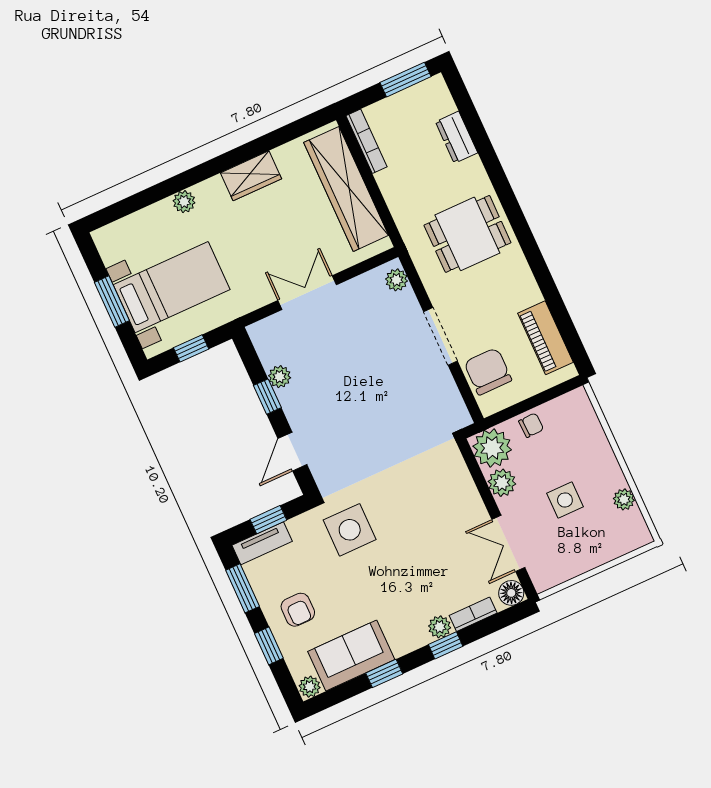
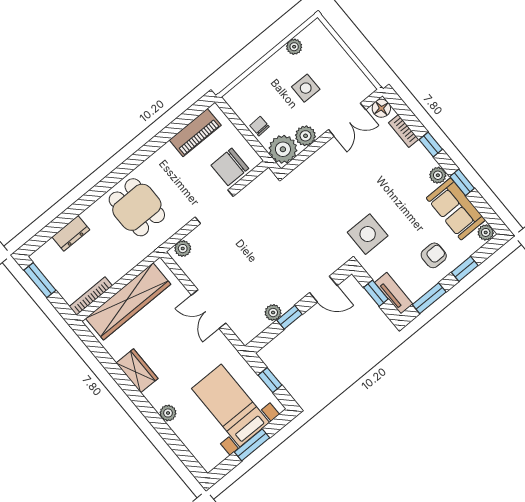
plant: (440, 627) -> (438, 175), moved

